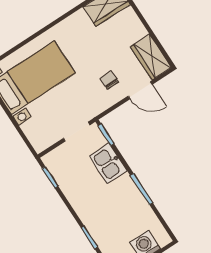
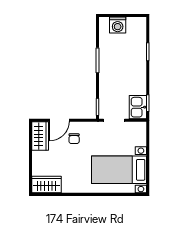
door: (140, 90) -> (60, 120), swing flipped
kitchen sink: (108, 163) -> (138, 107), moved, turned 180

